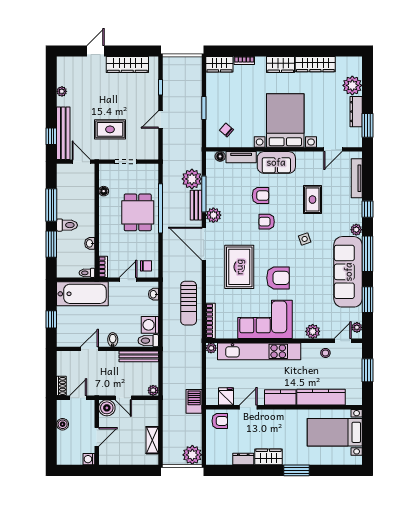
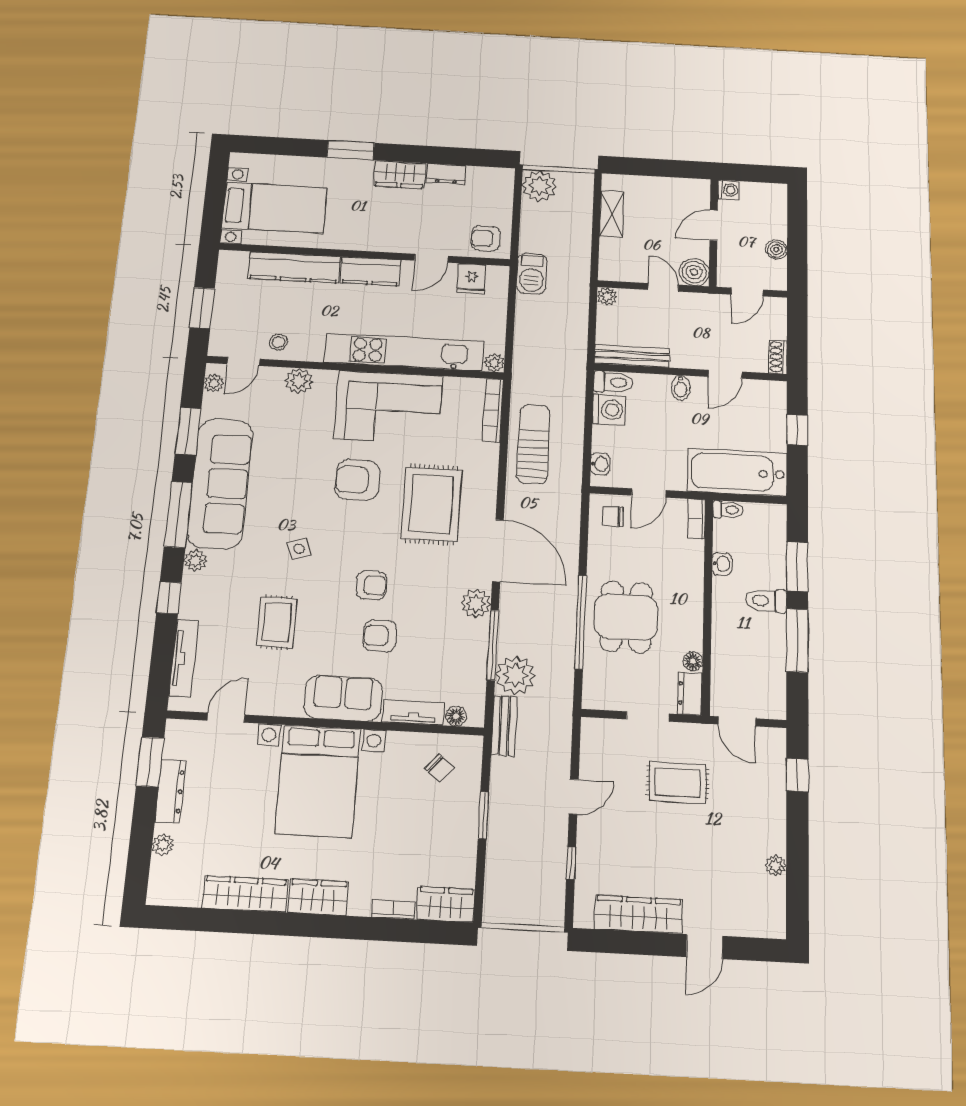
plant: (352, 85) -> (163, 845), width x0.53, depth x0.53
bench: (63, 133) -> (773, 780), removed
dresser: (105, 174) -> (690, 694), added
bench: (196, 205) -> (504, 726), moved
shoe rack: (61, 386) -> (778, 357), moved

